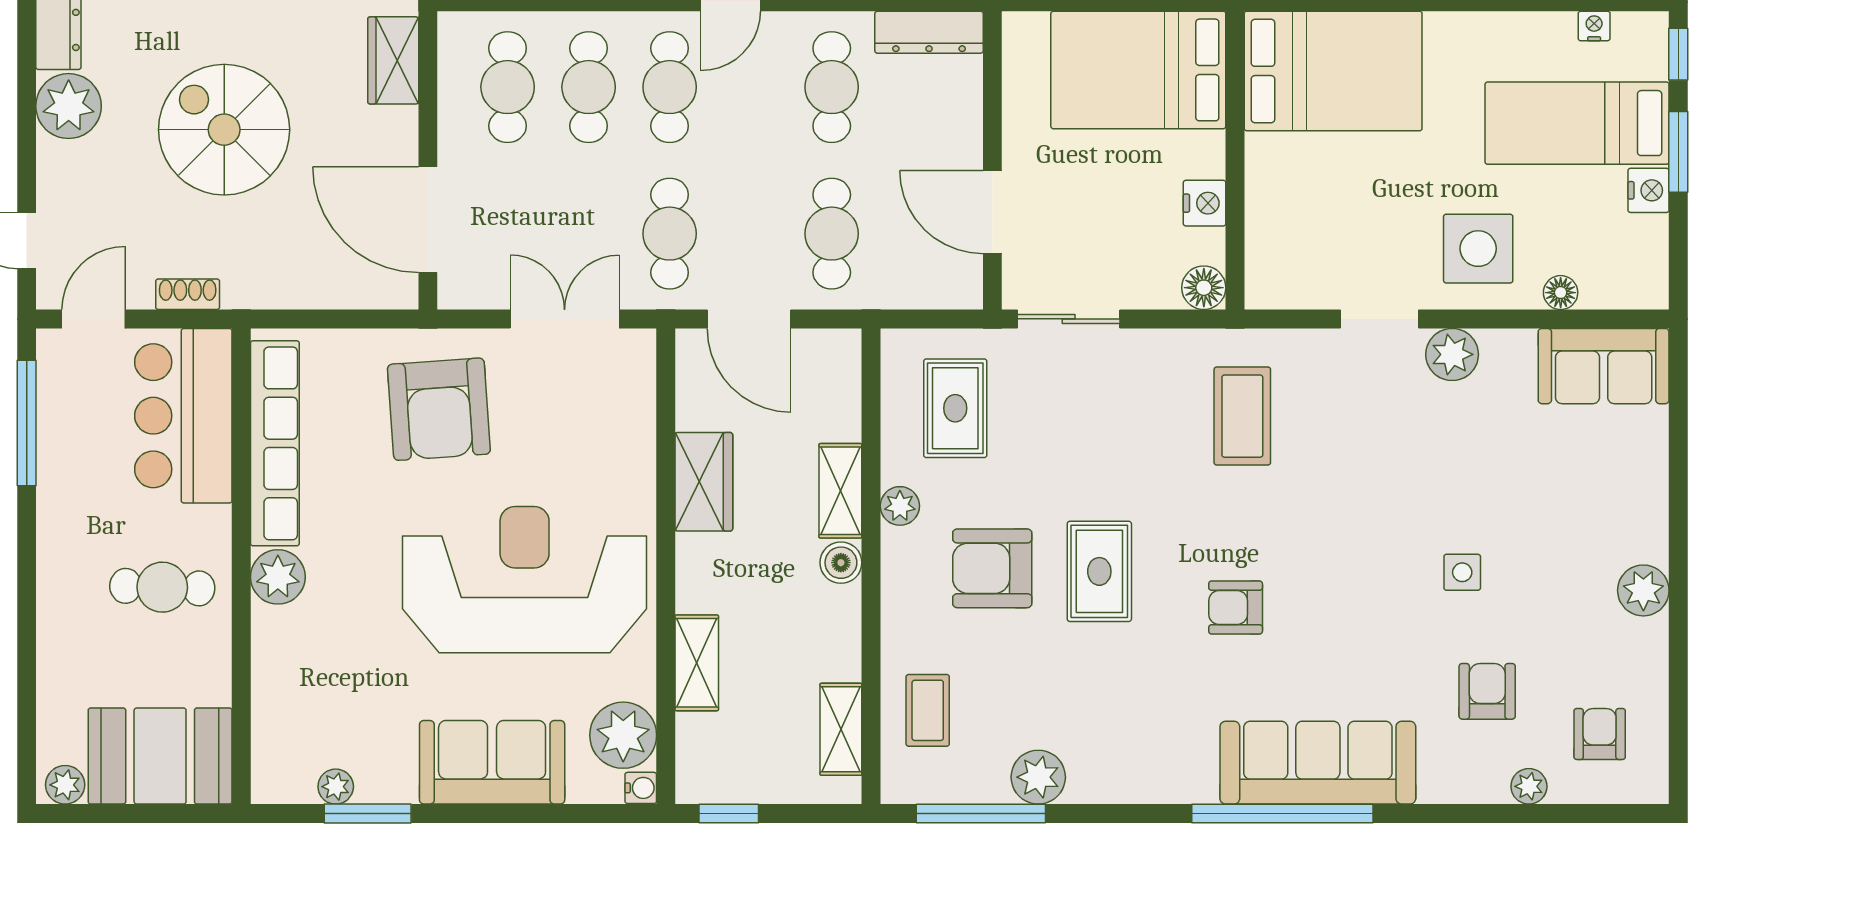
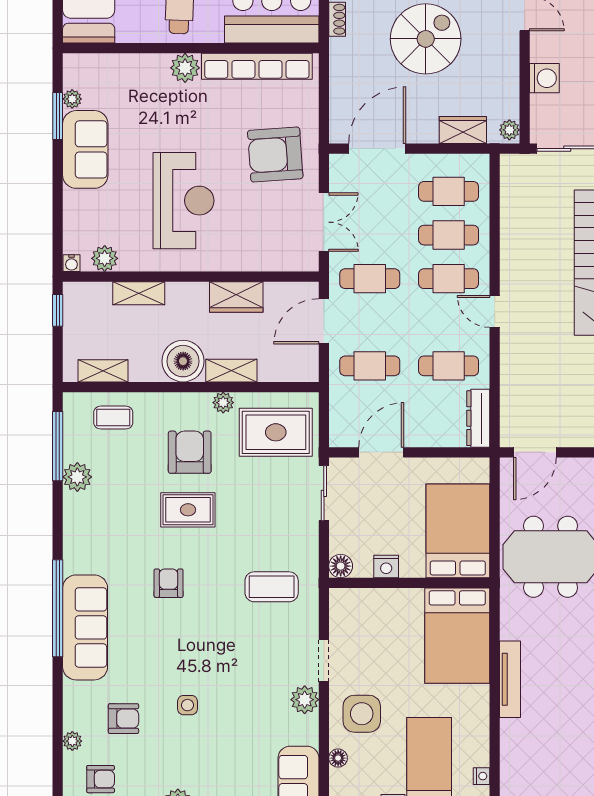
rug: (955, 408) -> (276, 432), width x1.36, depth x1.43
boiler: (841, 563) -> (183, 361), width x1.86, depth x1.86
reception desk: (525, 580) -> (184, 201), width x0.74, depth x0.77
plant: (623, 735) -> (105, 258), width x0.73, depth x0.73
sofa: (492, 762) -> (85, 149), moved

